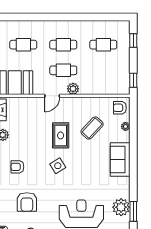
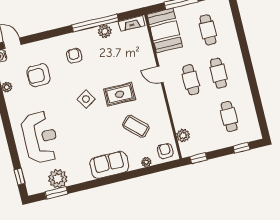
plant: (73, 89) -> (183, 135), moved

